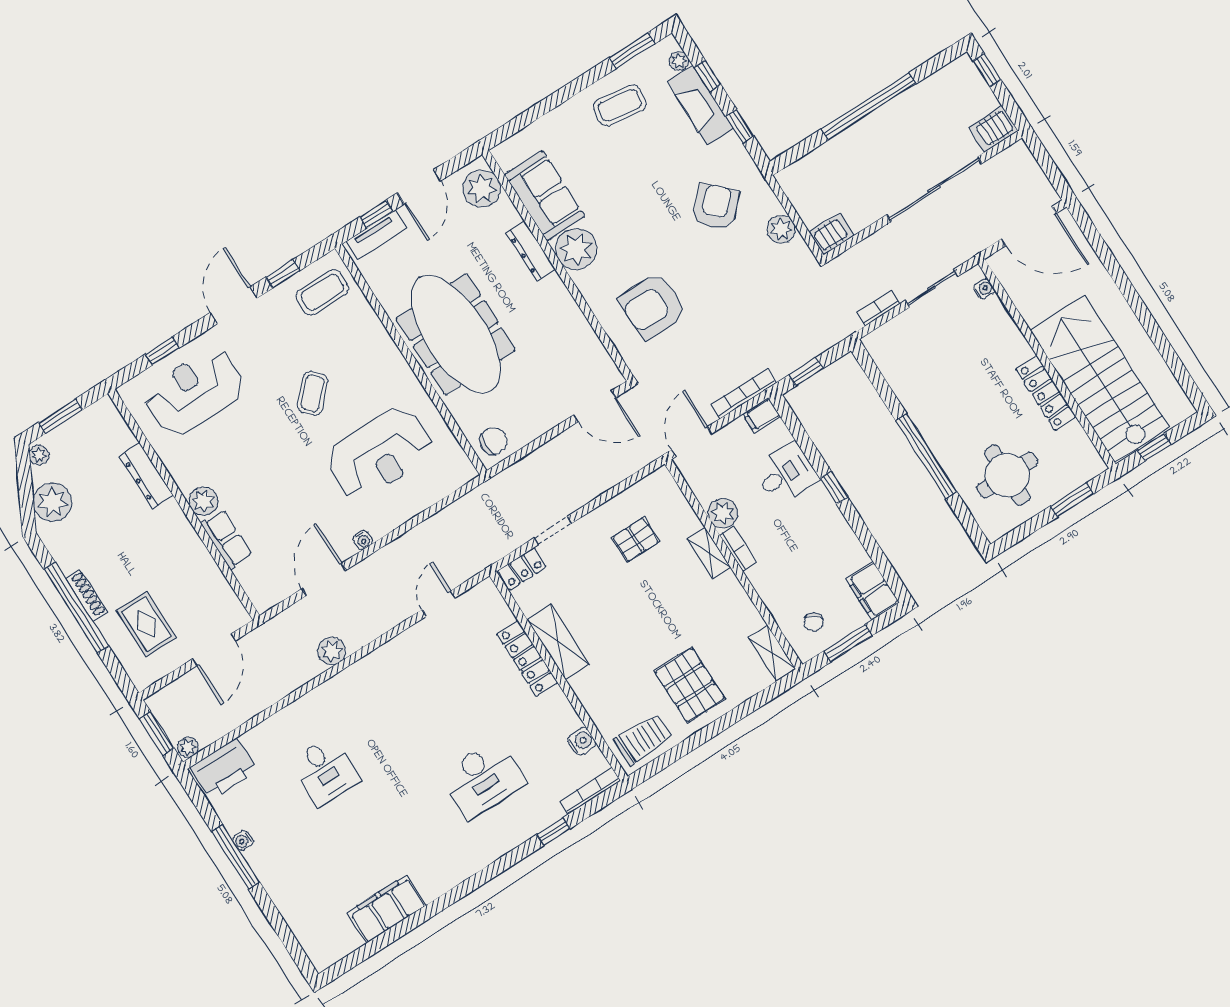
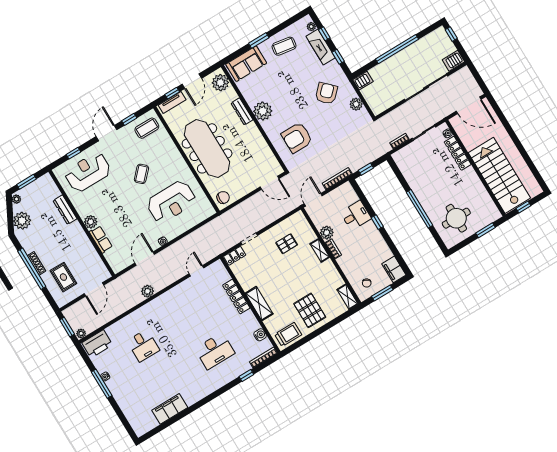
window: (632, 51) -> (259, 40), moved
sofa: (545, 196) -> (246, 64), moved, turned 90
server rack: (832, 234) -> (363, 81), moved
locker: (1046, 393) -> (458, 153), moved
filing cabinet: (762, 415) -> (345, 189), removed
shelving: (558, 642) -> (259, 304), moved

